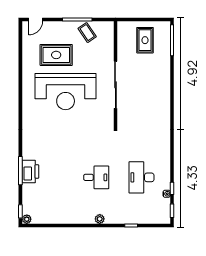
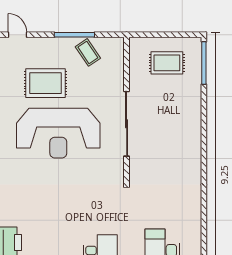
door: (36, 20) -> (17, 35), swing flipped
rug: (145, 40) -> (167, 63), turned 90

